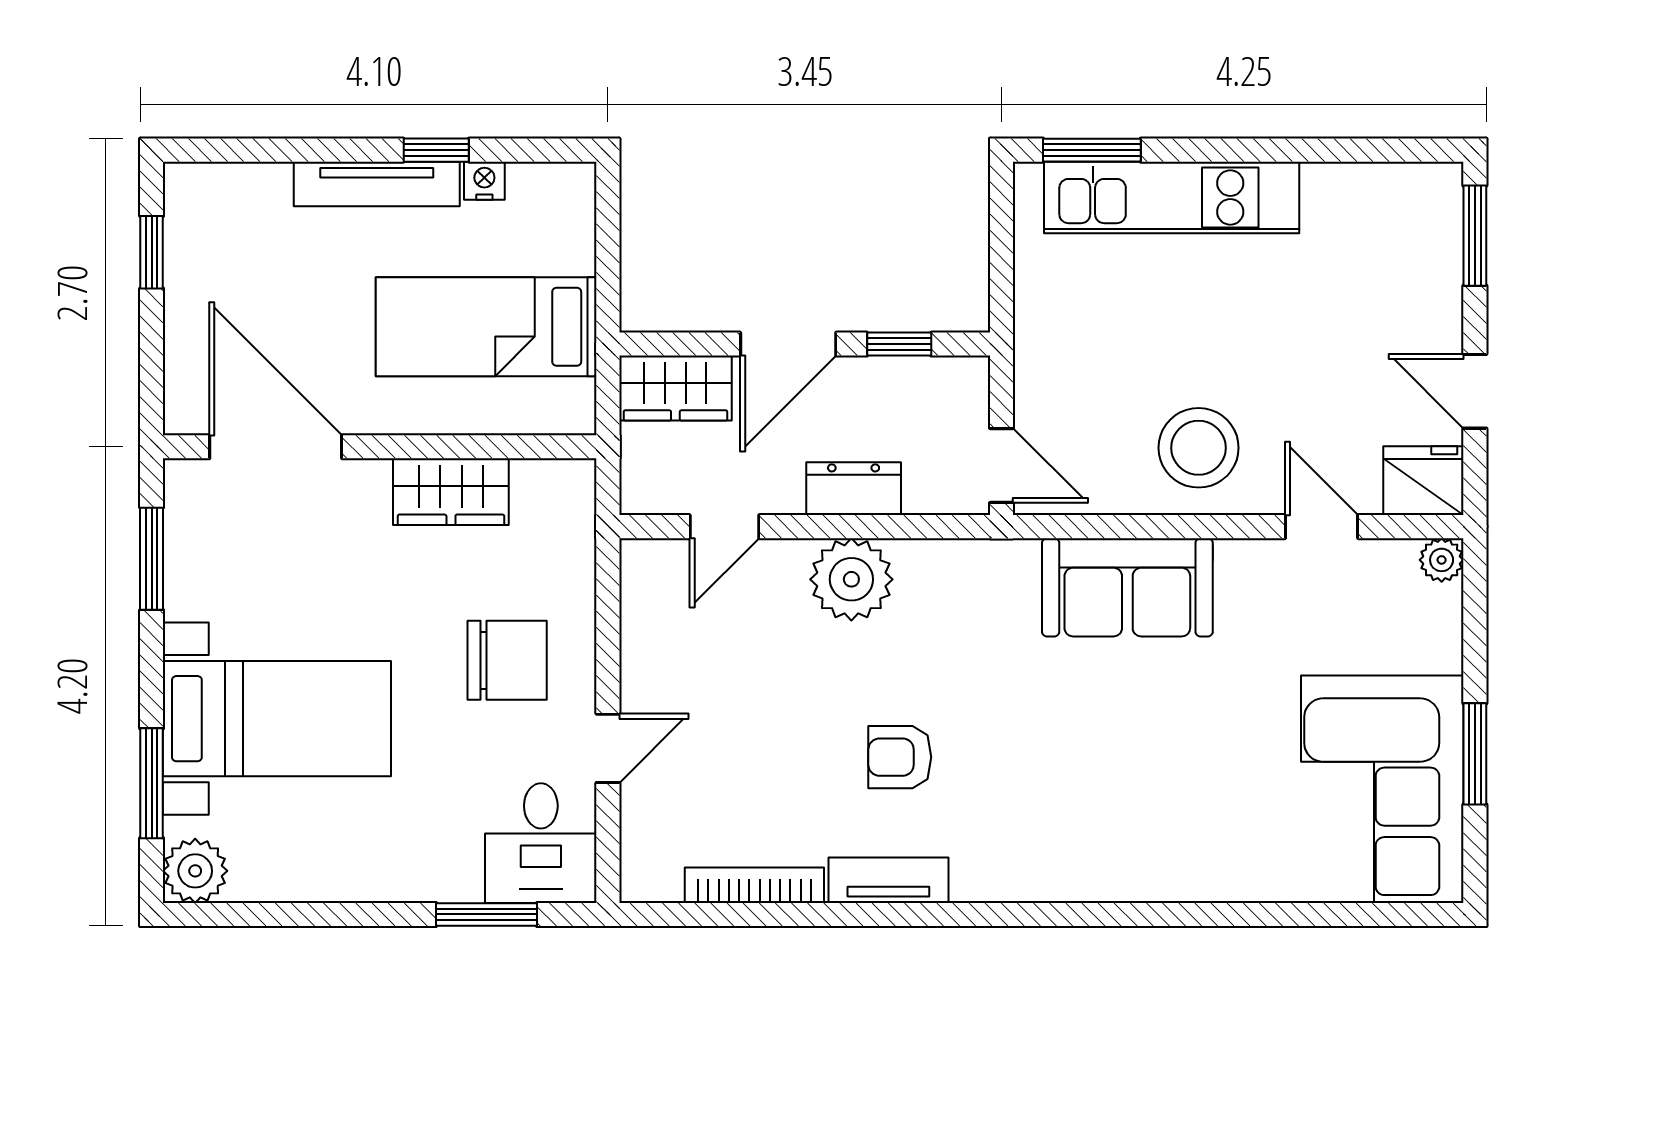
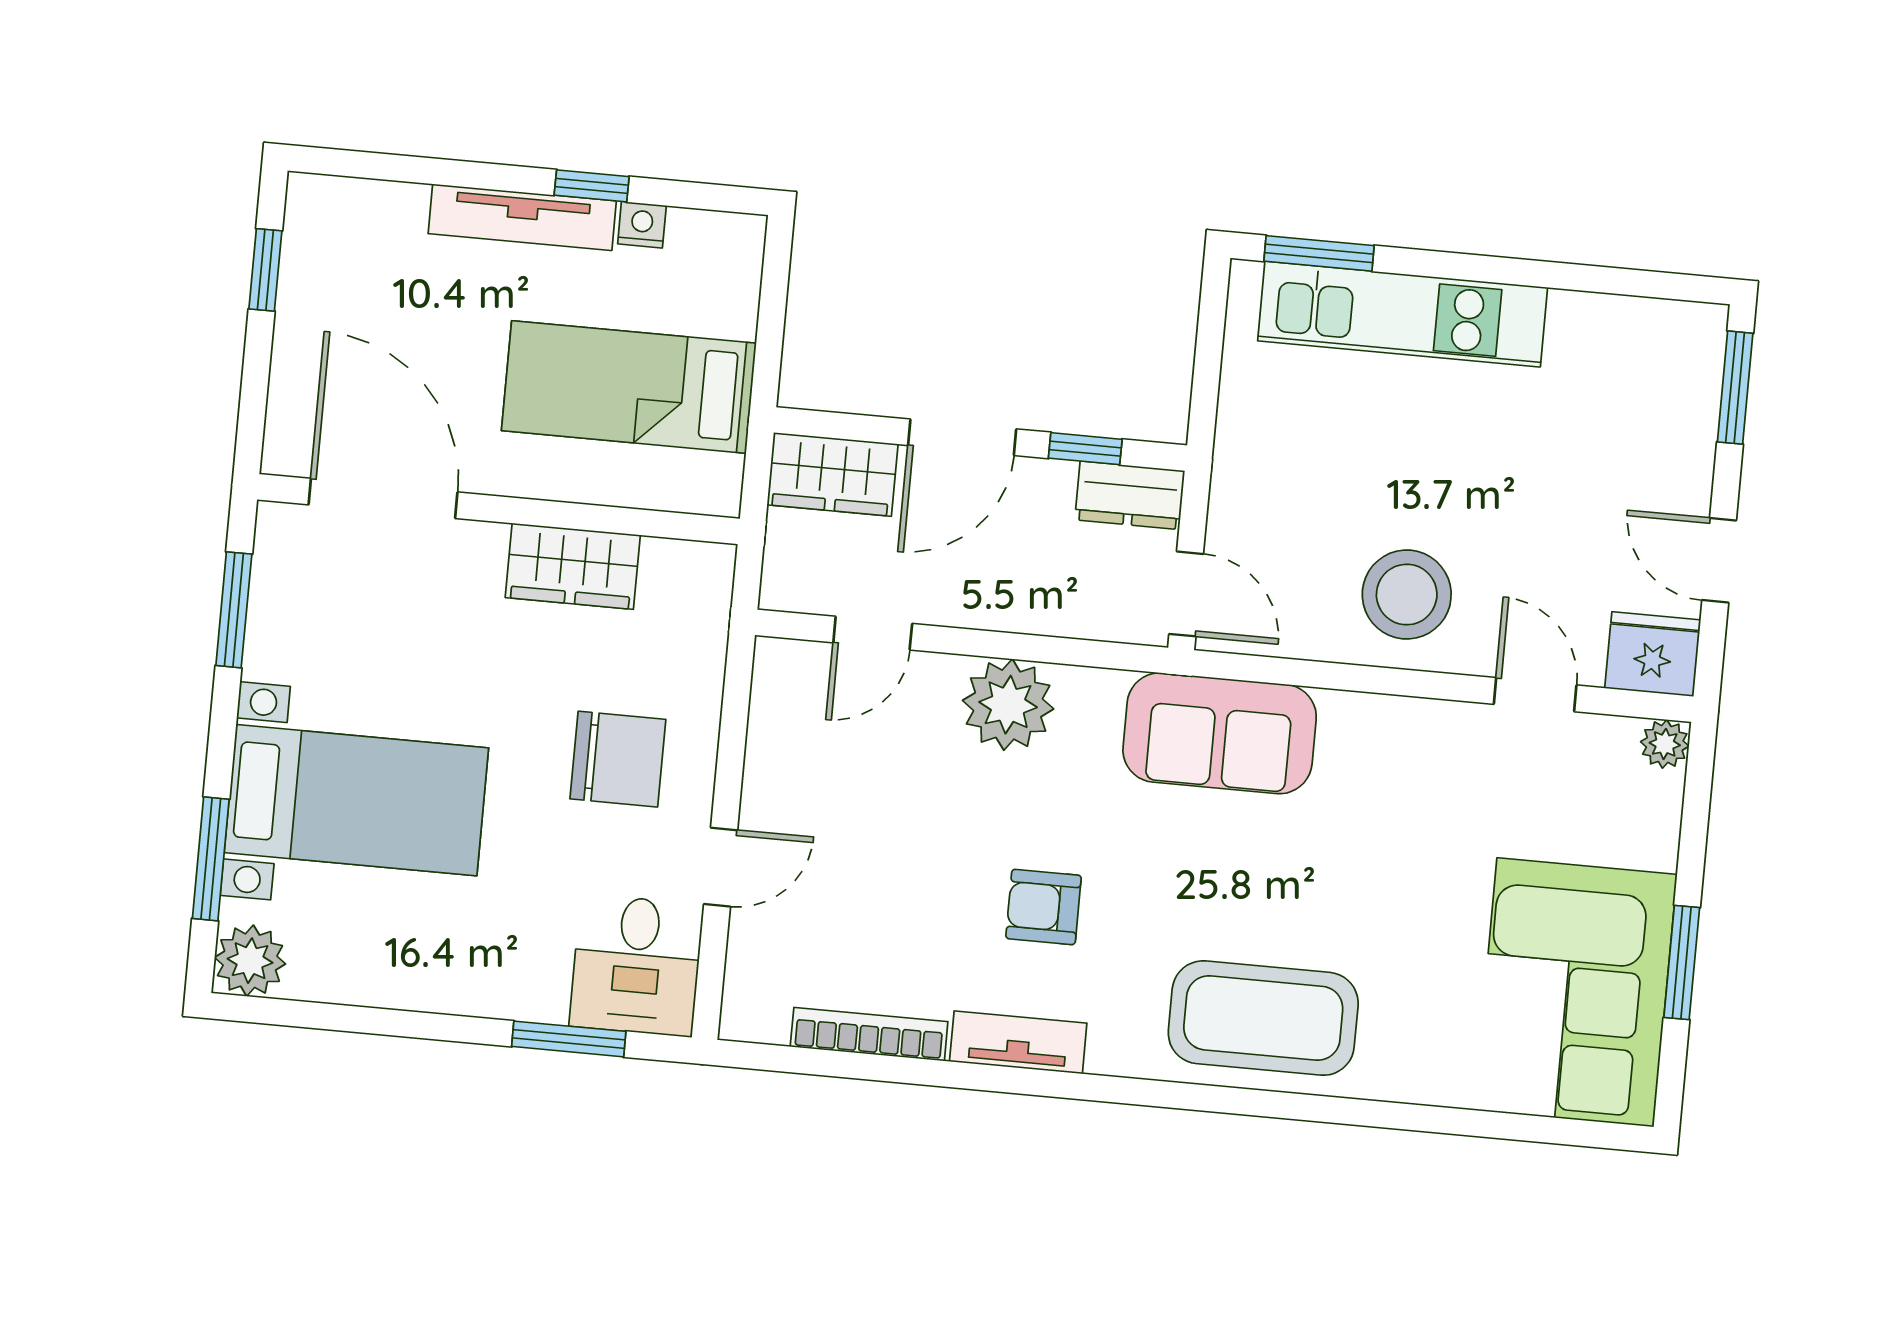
dresser: (854, 489) -> (1130, 495), moved, turned 180
sofa: (1127, 587) -> (1220, 733), moved
coffee table: (1105, 838) -> (1263, 1018), added

